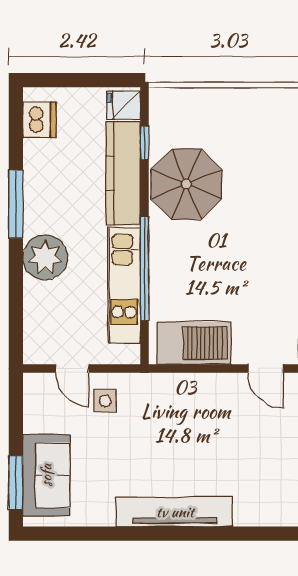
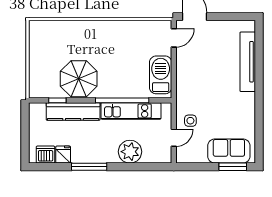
fridge: (124, 105) -> (63, 155), moved, turned 180
plant: (45, 257) -> (130, 152), moved
tv unit: (175, 512) -> (248, 62), moved

